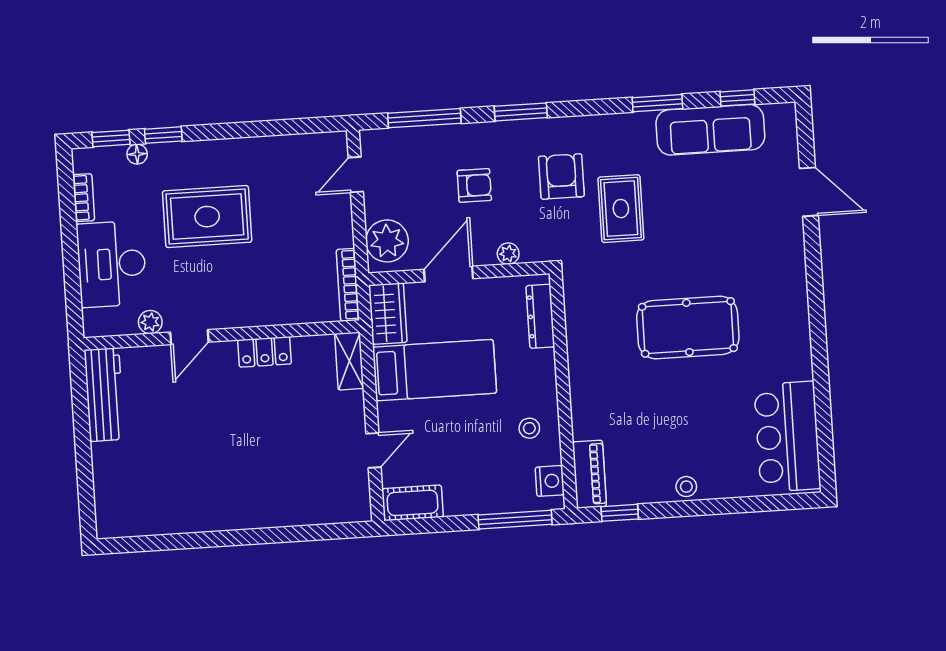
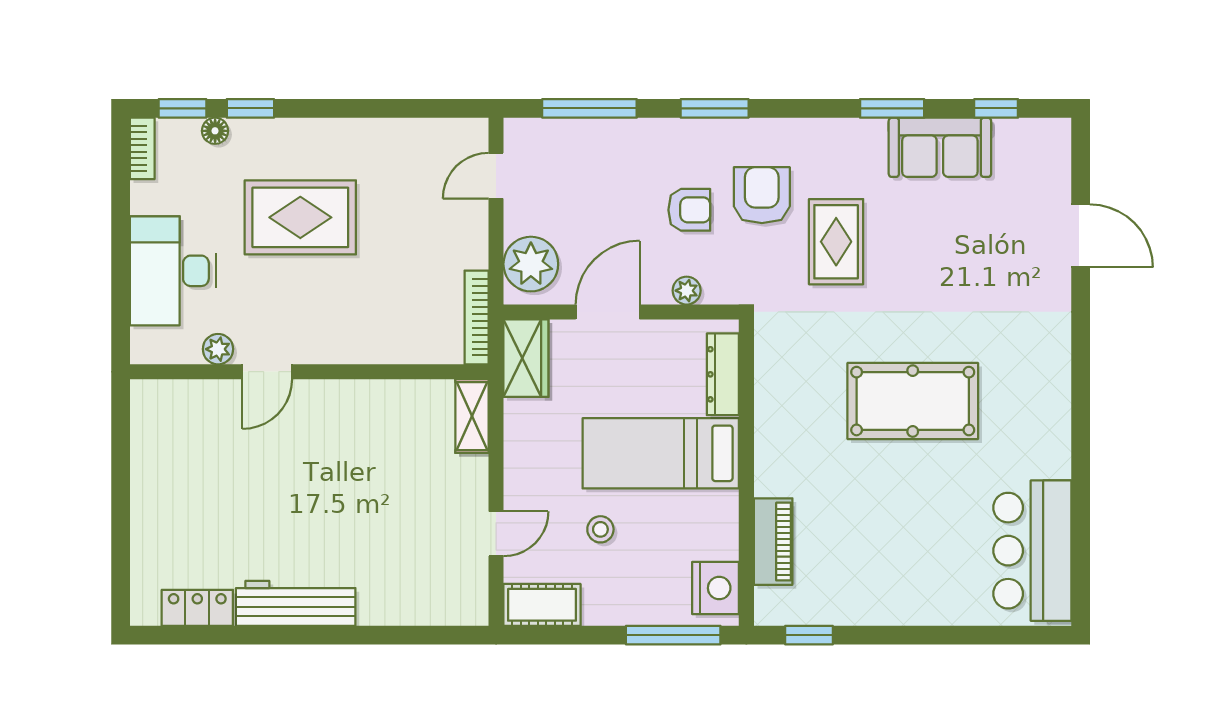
sofa: (710, 130) -> (940, 147), width x0.73
armchair: (474, 185) -> (689, 210), moved
bookcase: (84, 198) -> (142, 148), moved
locker: (265, 352) -> (197, 608), moved, turned 180
bed: (435, 370) -> (661, 453), moved, turned 180
workbench: (104, 395) -> (296, 603), moved, turned -90
stool: (529, 428) -> (600, 529), moved
piano: (589, 474) -> (773, 542), moved
nightstand: (550, 481) -> (715, 588), width x1.36, depth x1.33
stool: (686, 487) -> (897, 607), removed

